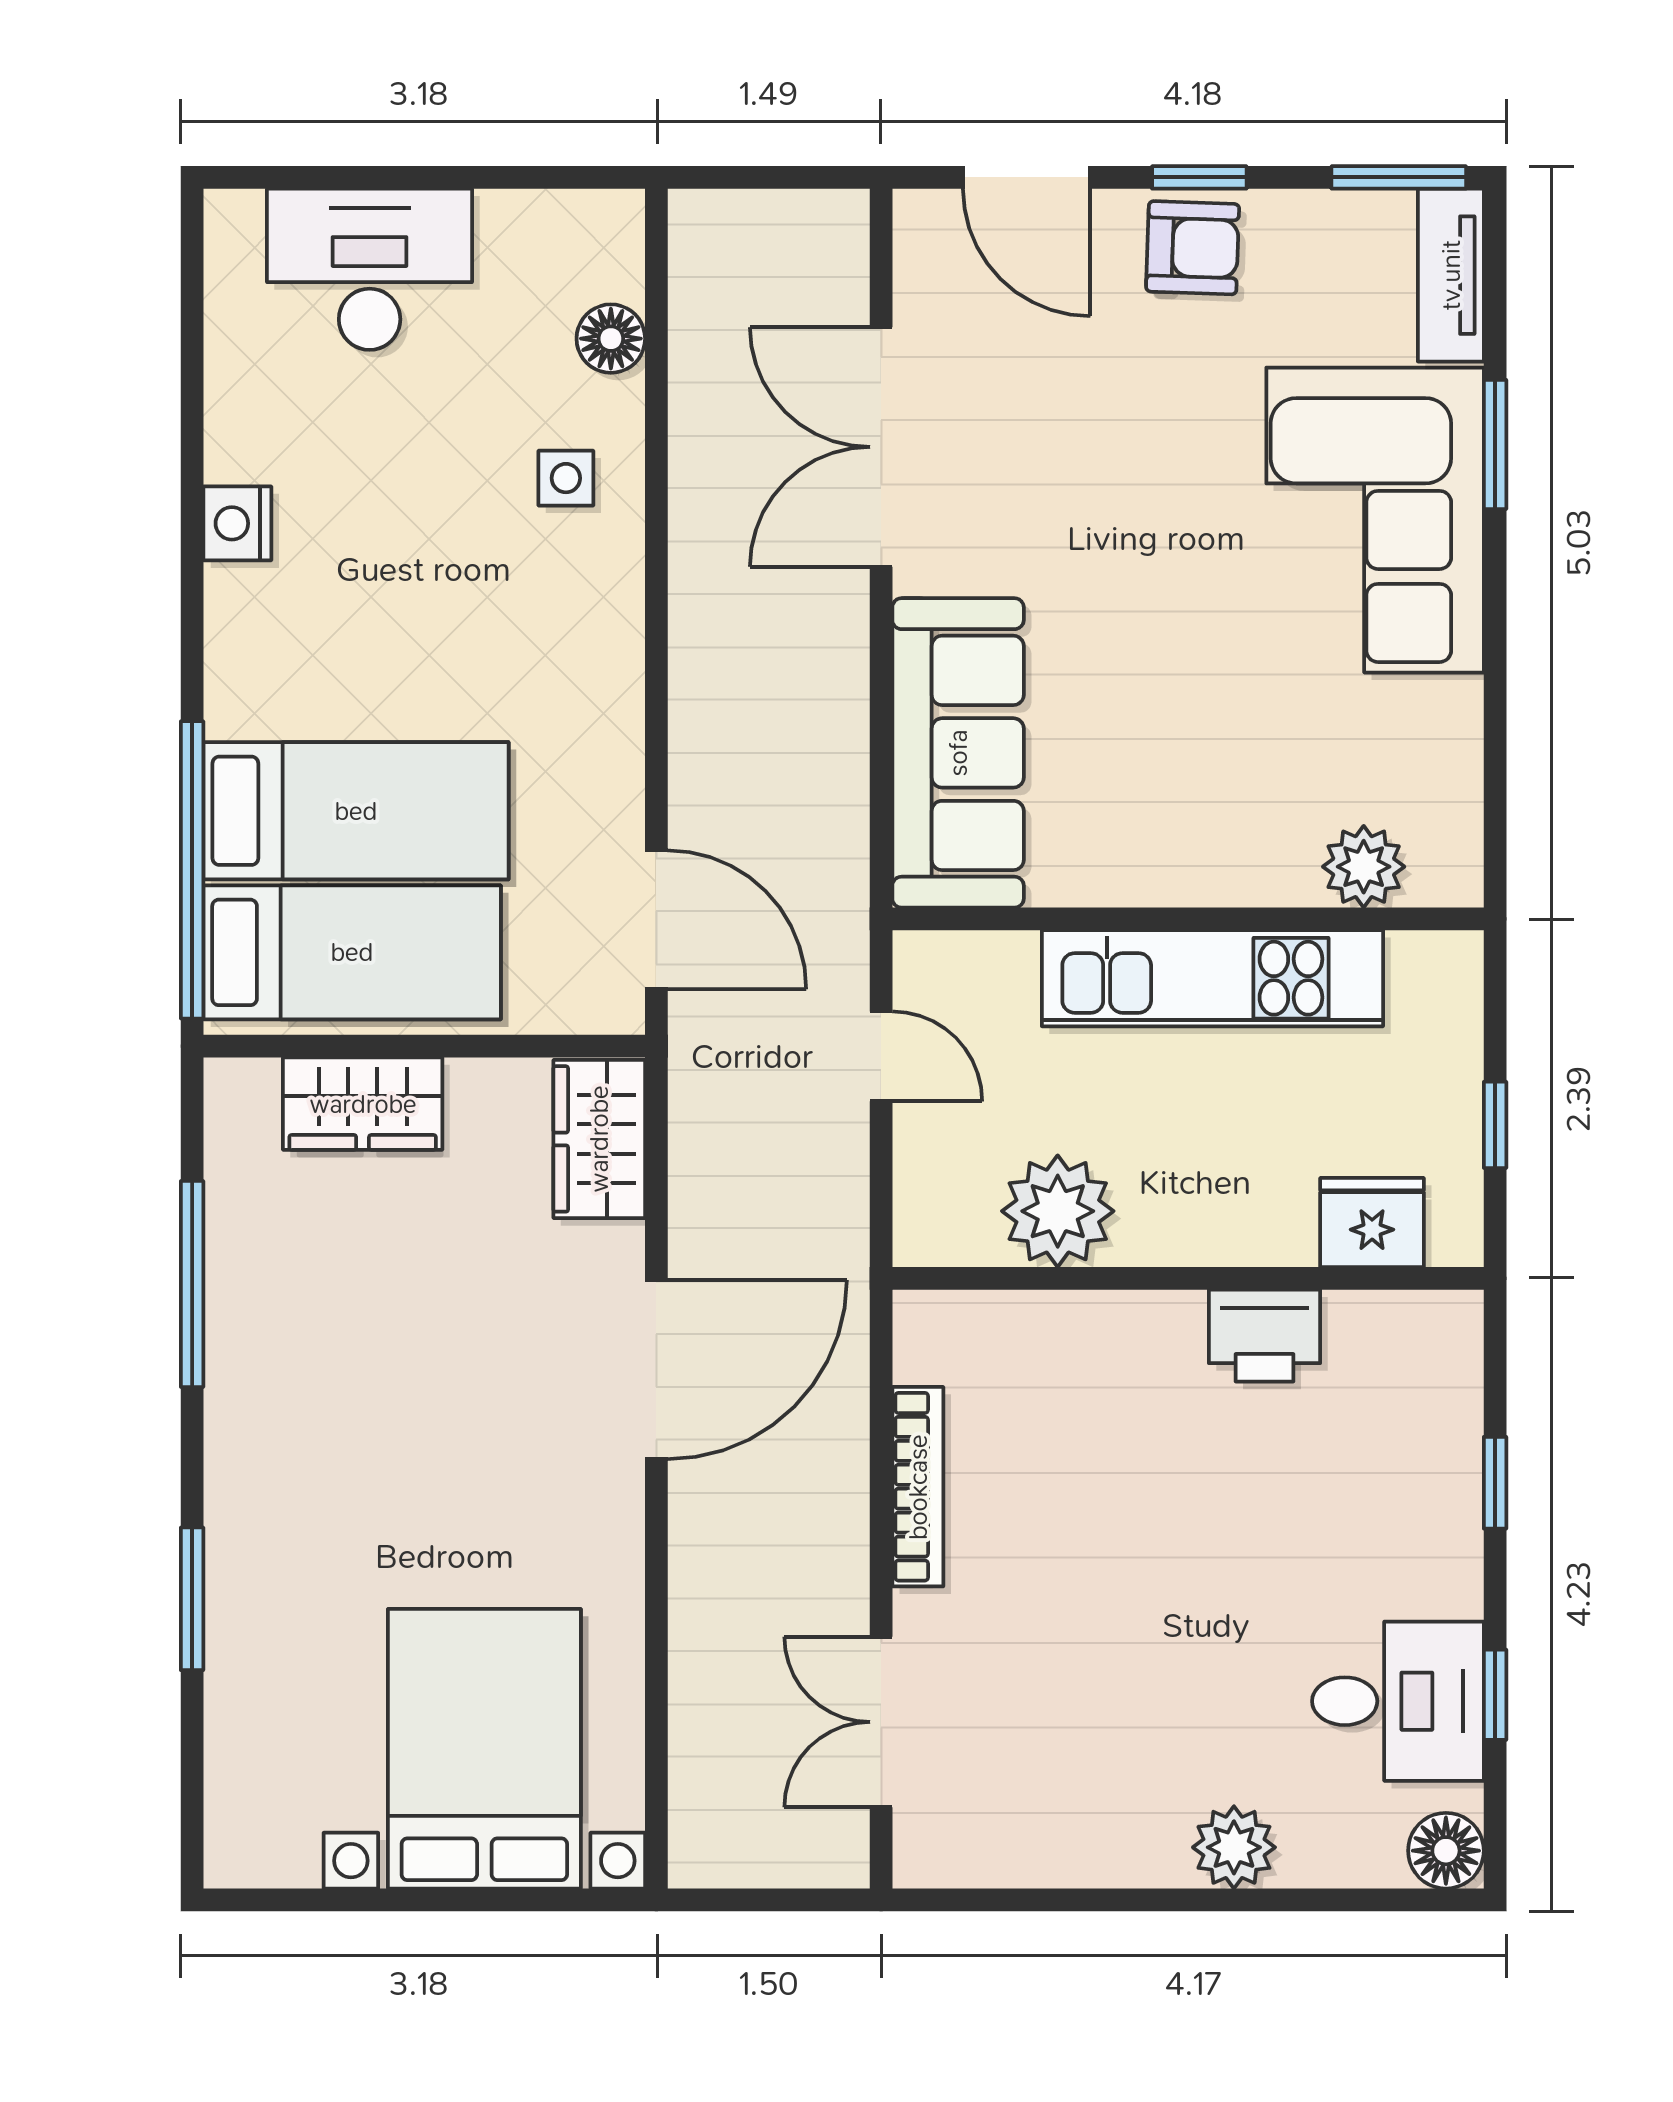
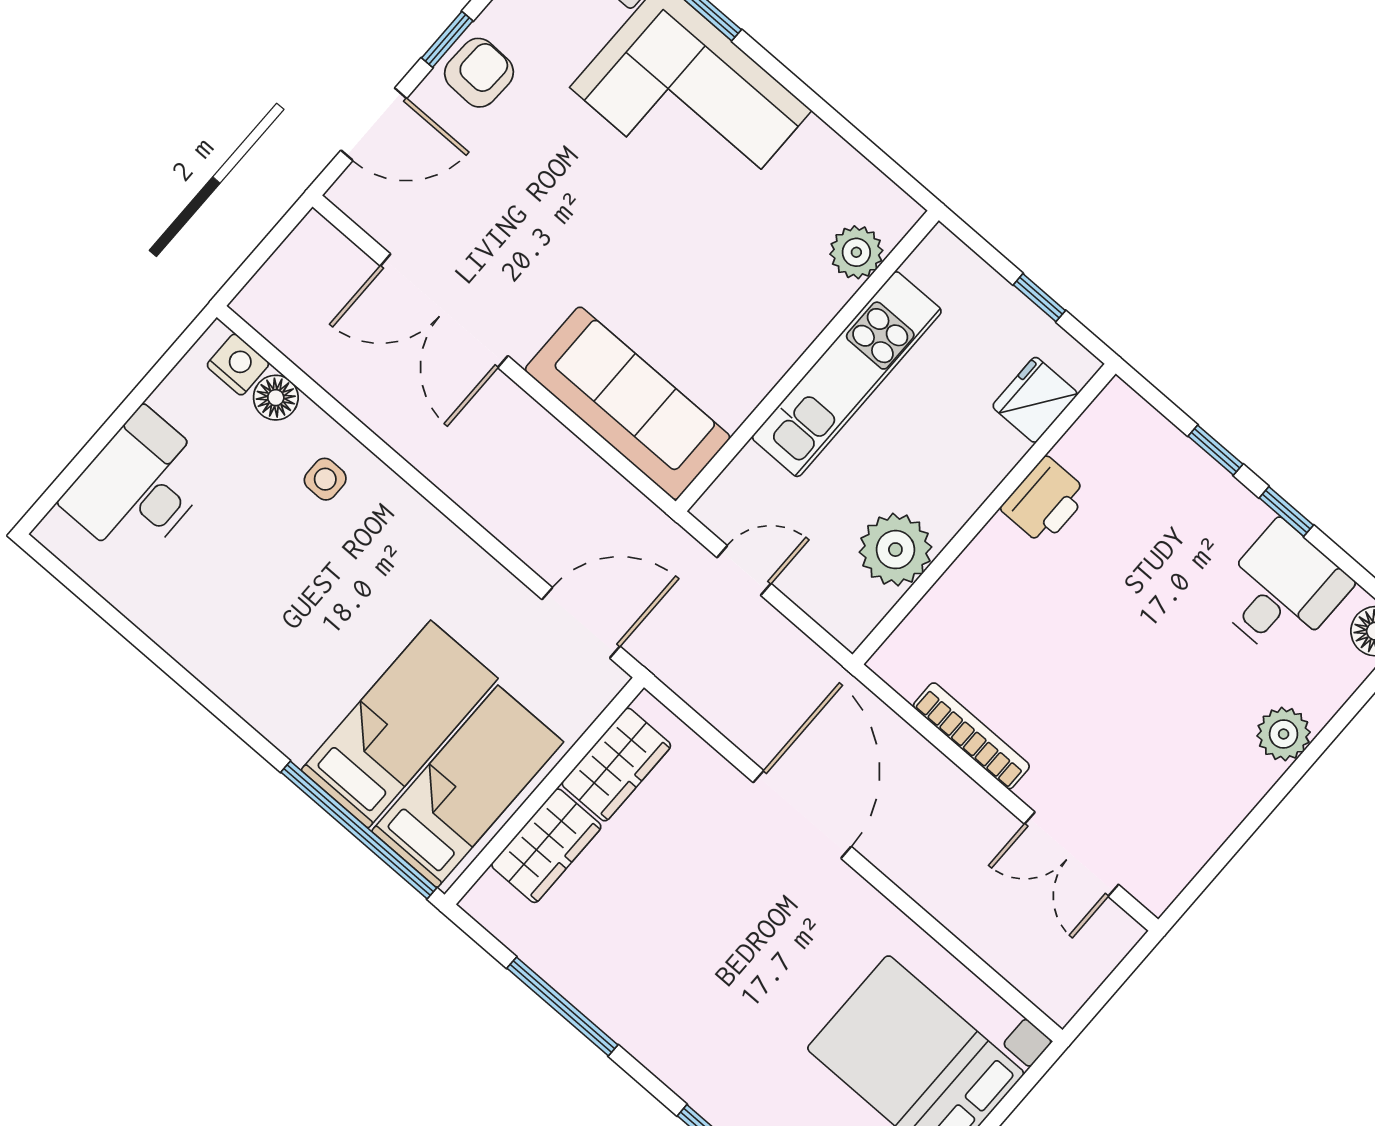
nightstand: (237, 523) -> (238, 365), moved, turned 180
wardrobe: (599, 1139) -> (616, 765), moved, turned -90
window: (1495, 1695) -> (1286, 511), moved

